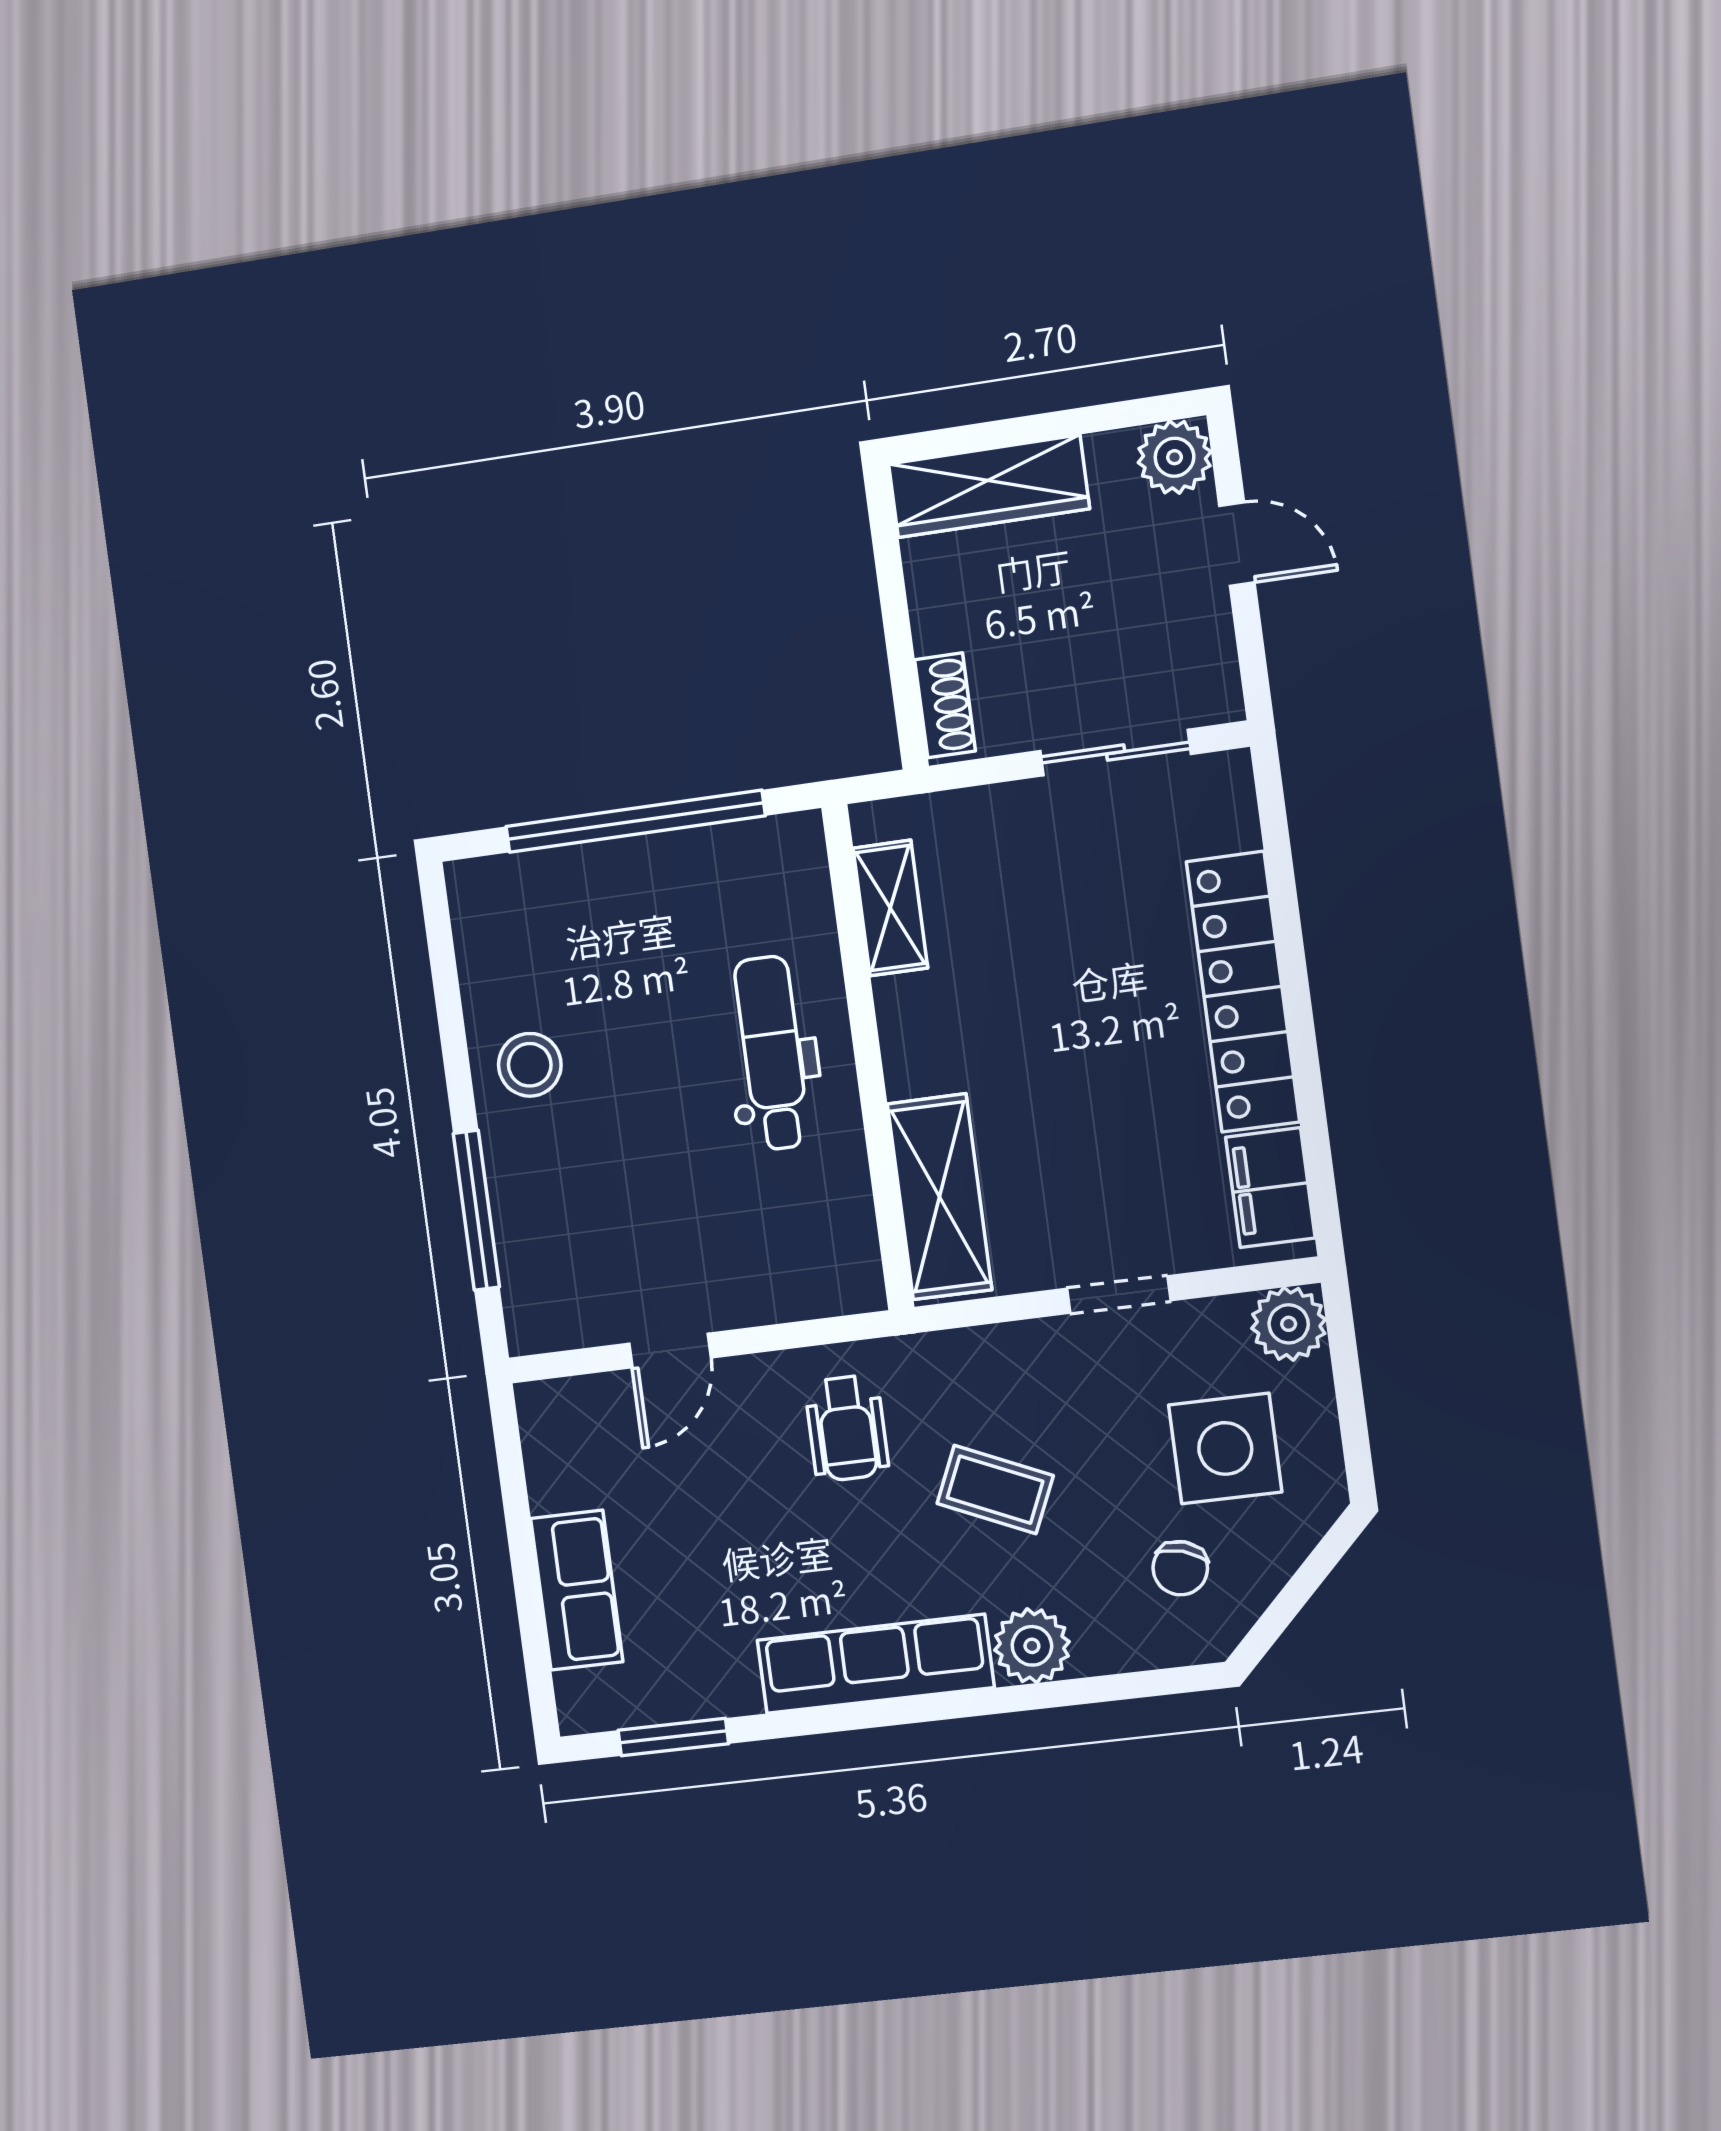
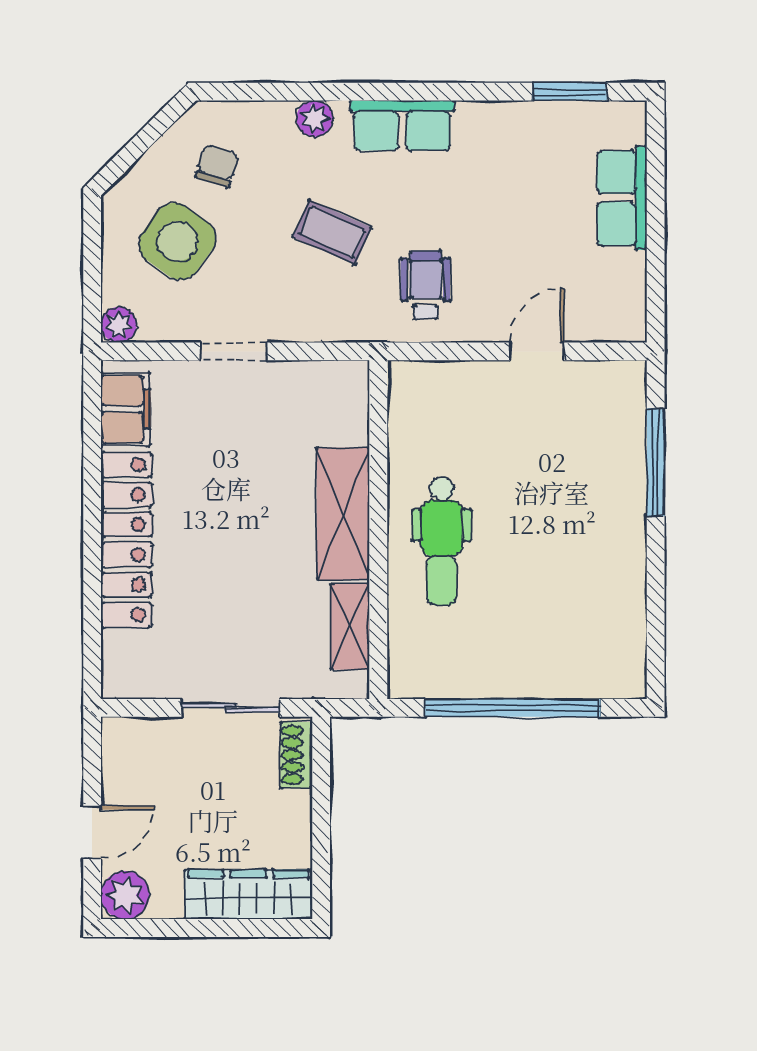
door: (1237, 544) -> (92, 832), swing flipped
sliding door: (1116, 753) -> (230, 708), moved
stool: (530, 1065) -> (606, 555), removed
shelving: (940, 1197) -> (343, 514), moved
plant: (1289, 1324) -> (119, 325), width x0.73, depth x0.73
side table: (1225, 1448) -> (177, 241), turned 36
plant: (1032, 1646) -> (315, 119), width x0.73, depth x0.73
row of seats: (875, 1664) -> (402, 125), width x0.68

